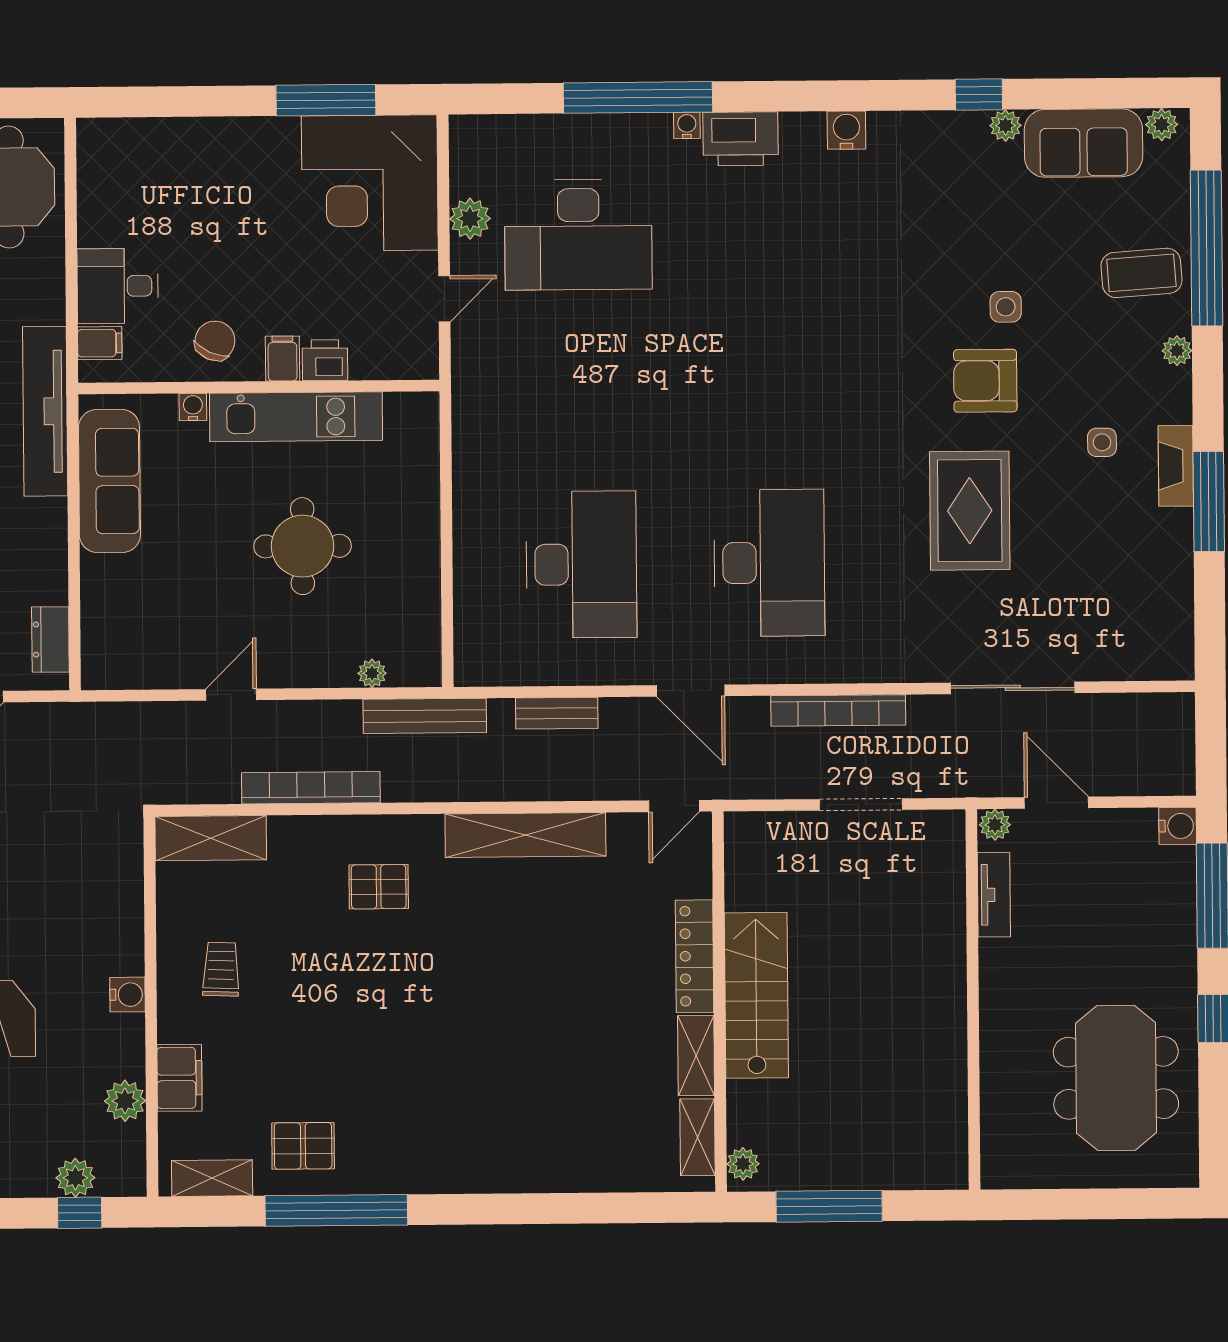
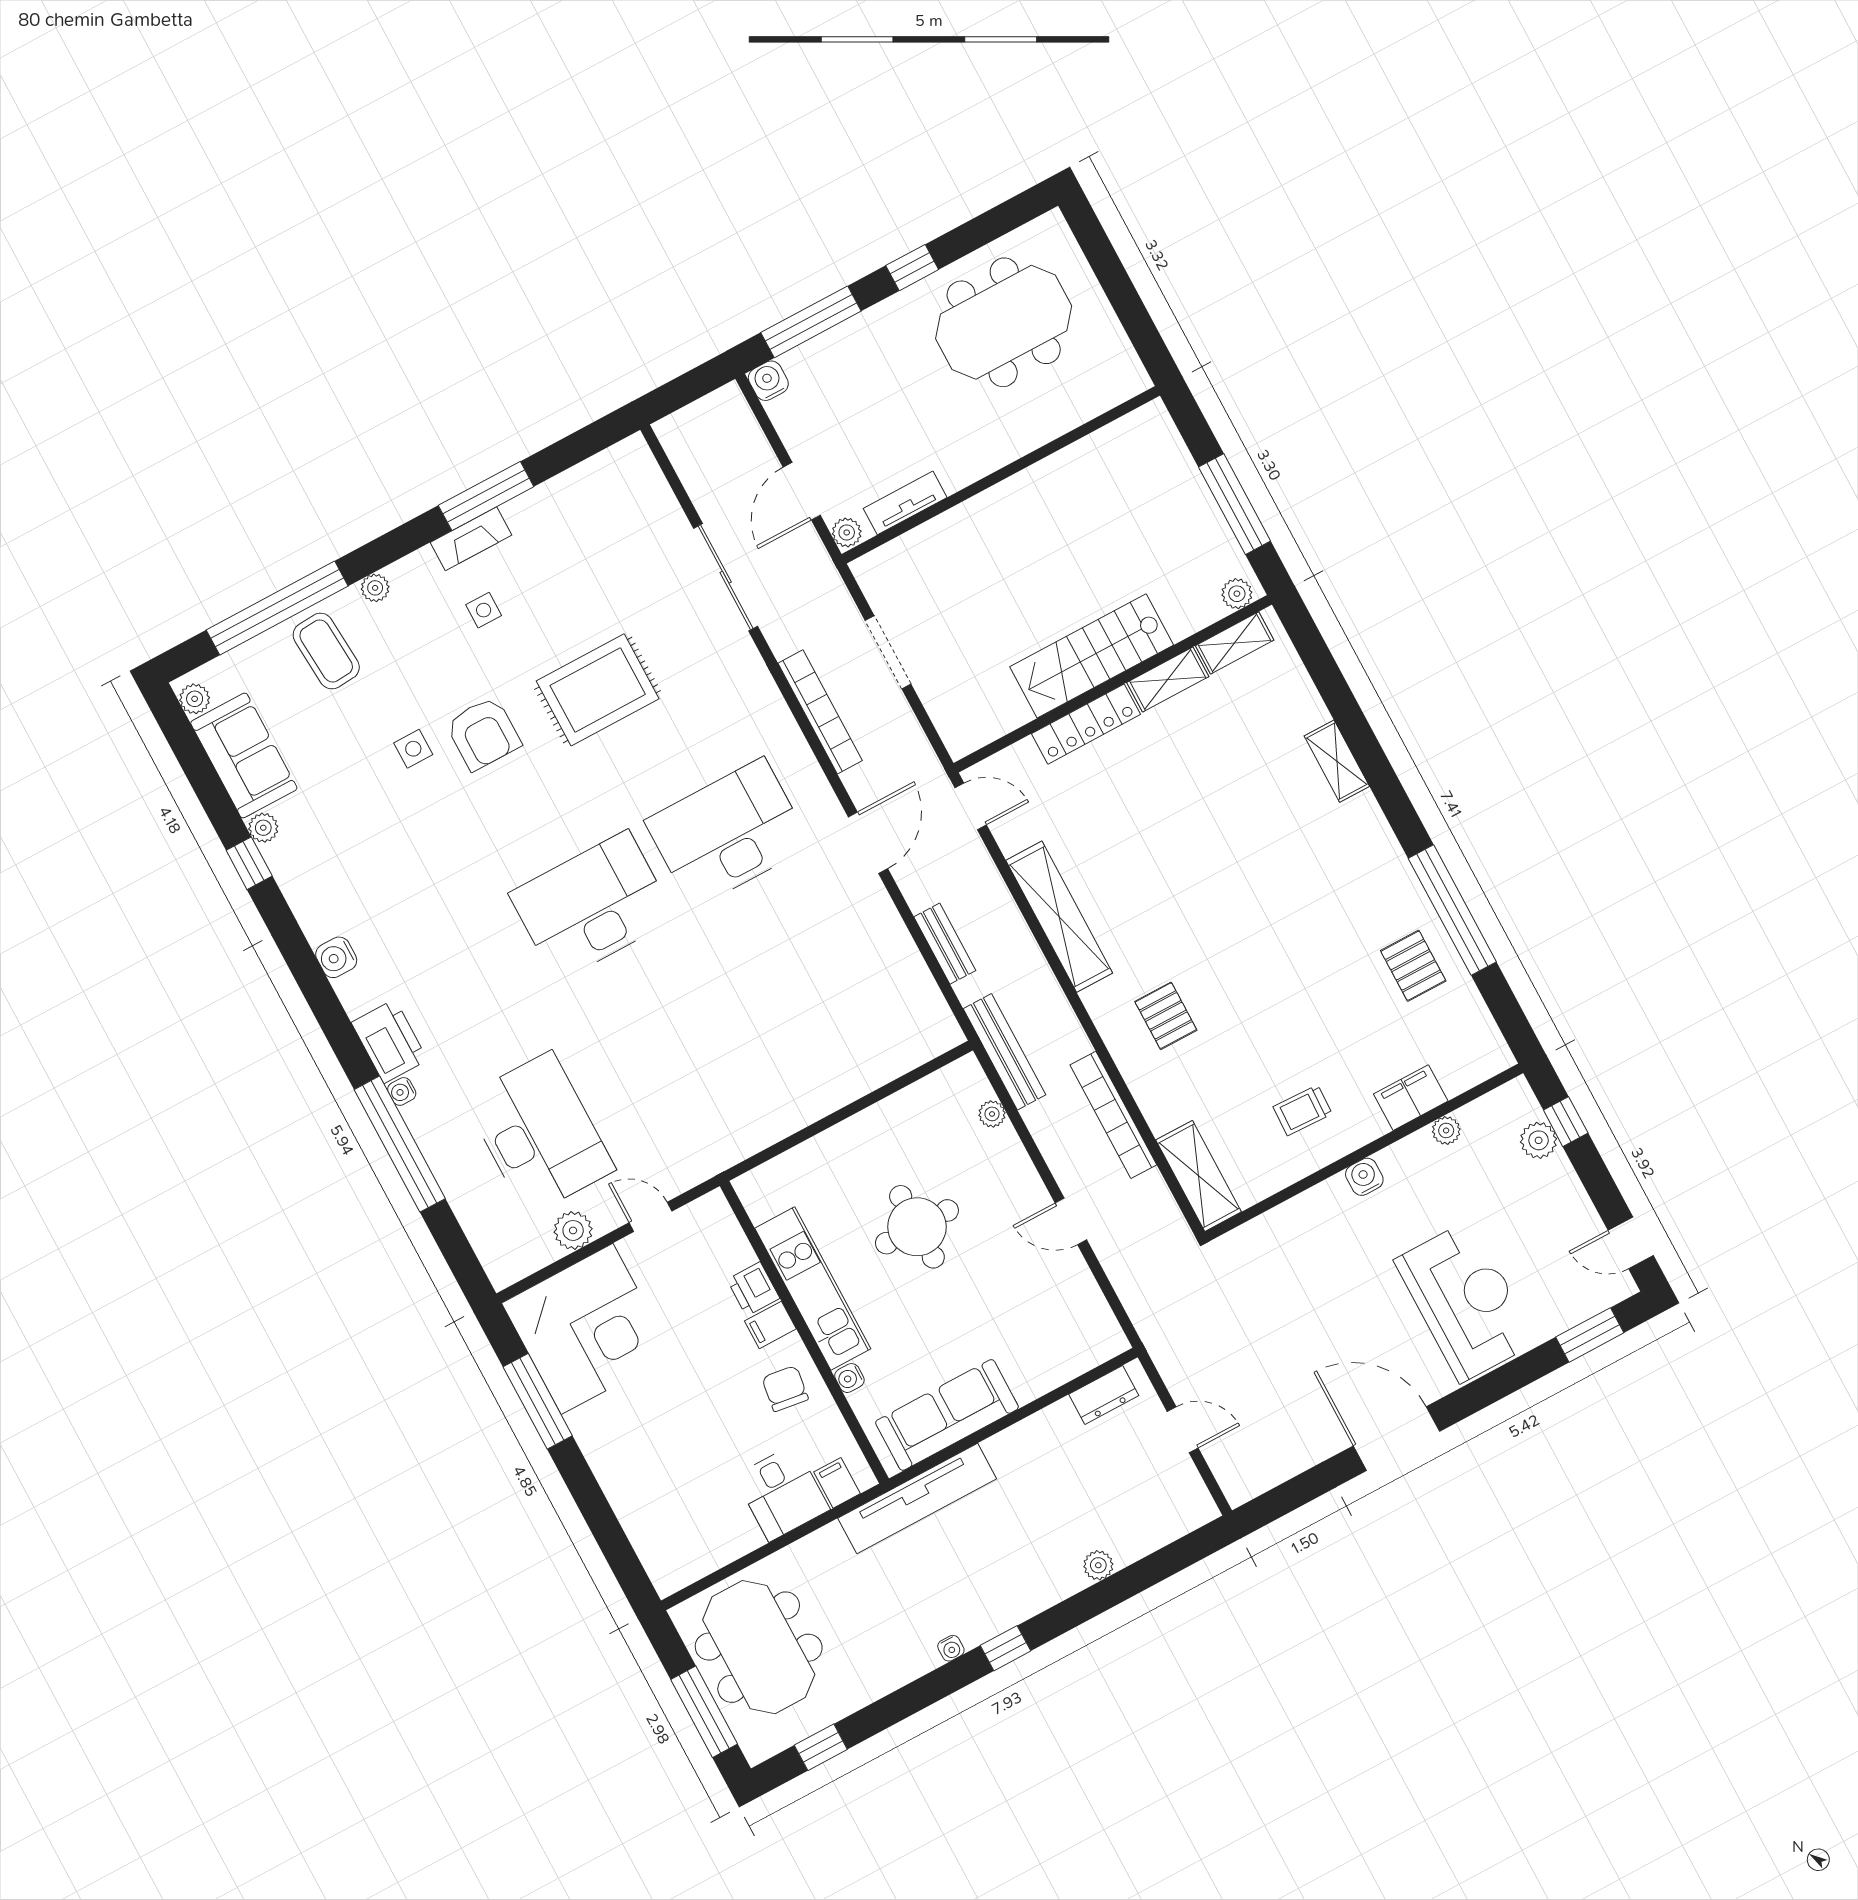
chair: (215, 341) -> (785, 1389), turned 74
desk: (581, 564) -> (592, 906), moved
plant: (125, 1101) -> (1446, 1130), width x0.73, depth x0.73
shelving: (212, 1178) -> (1337, 761), moved

